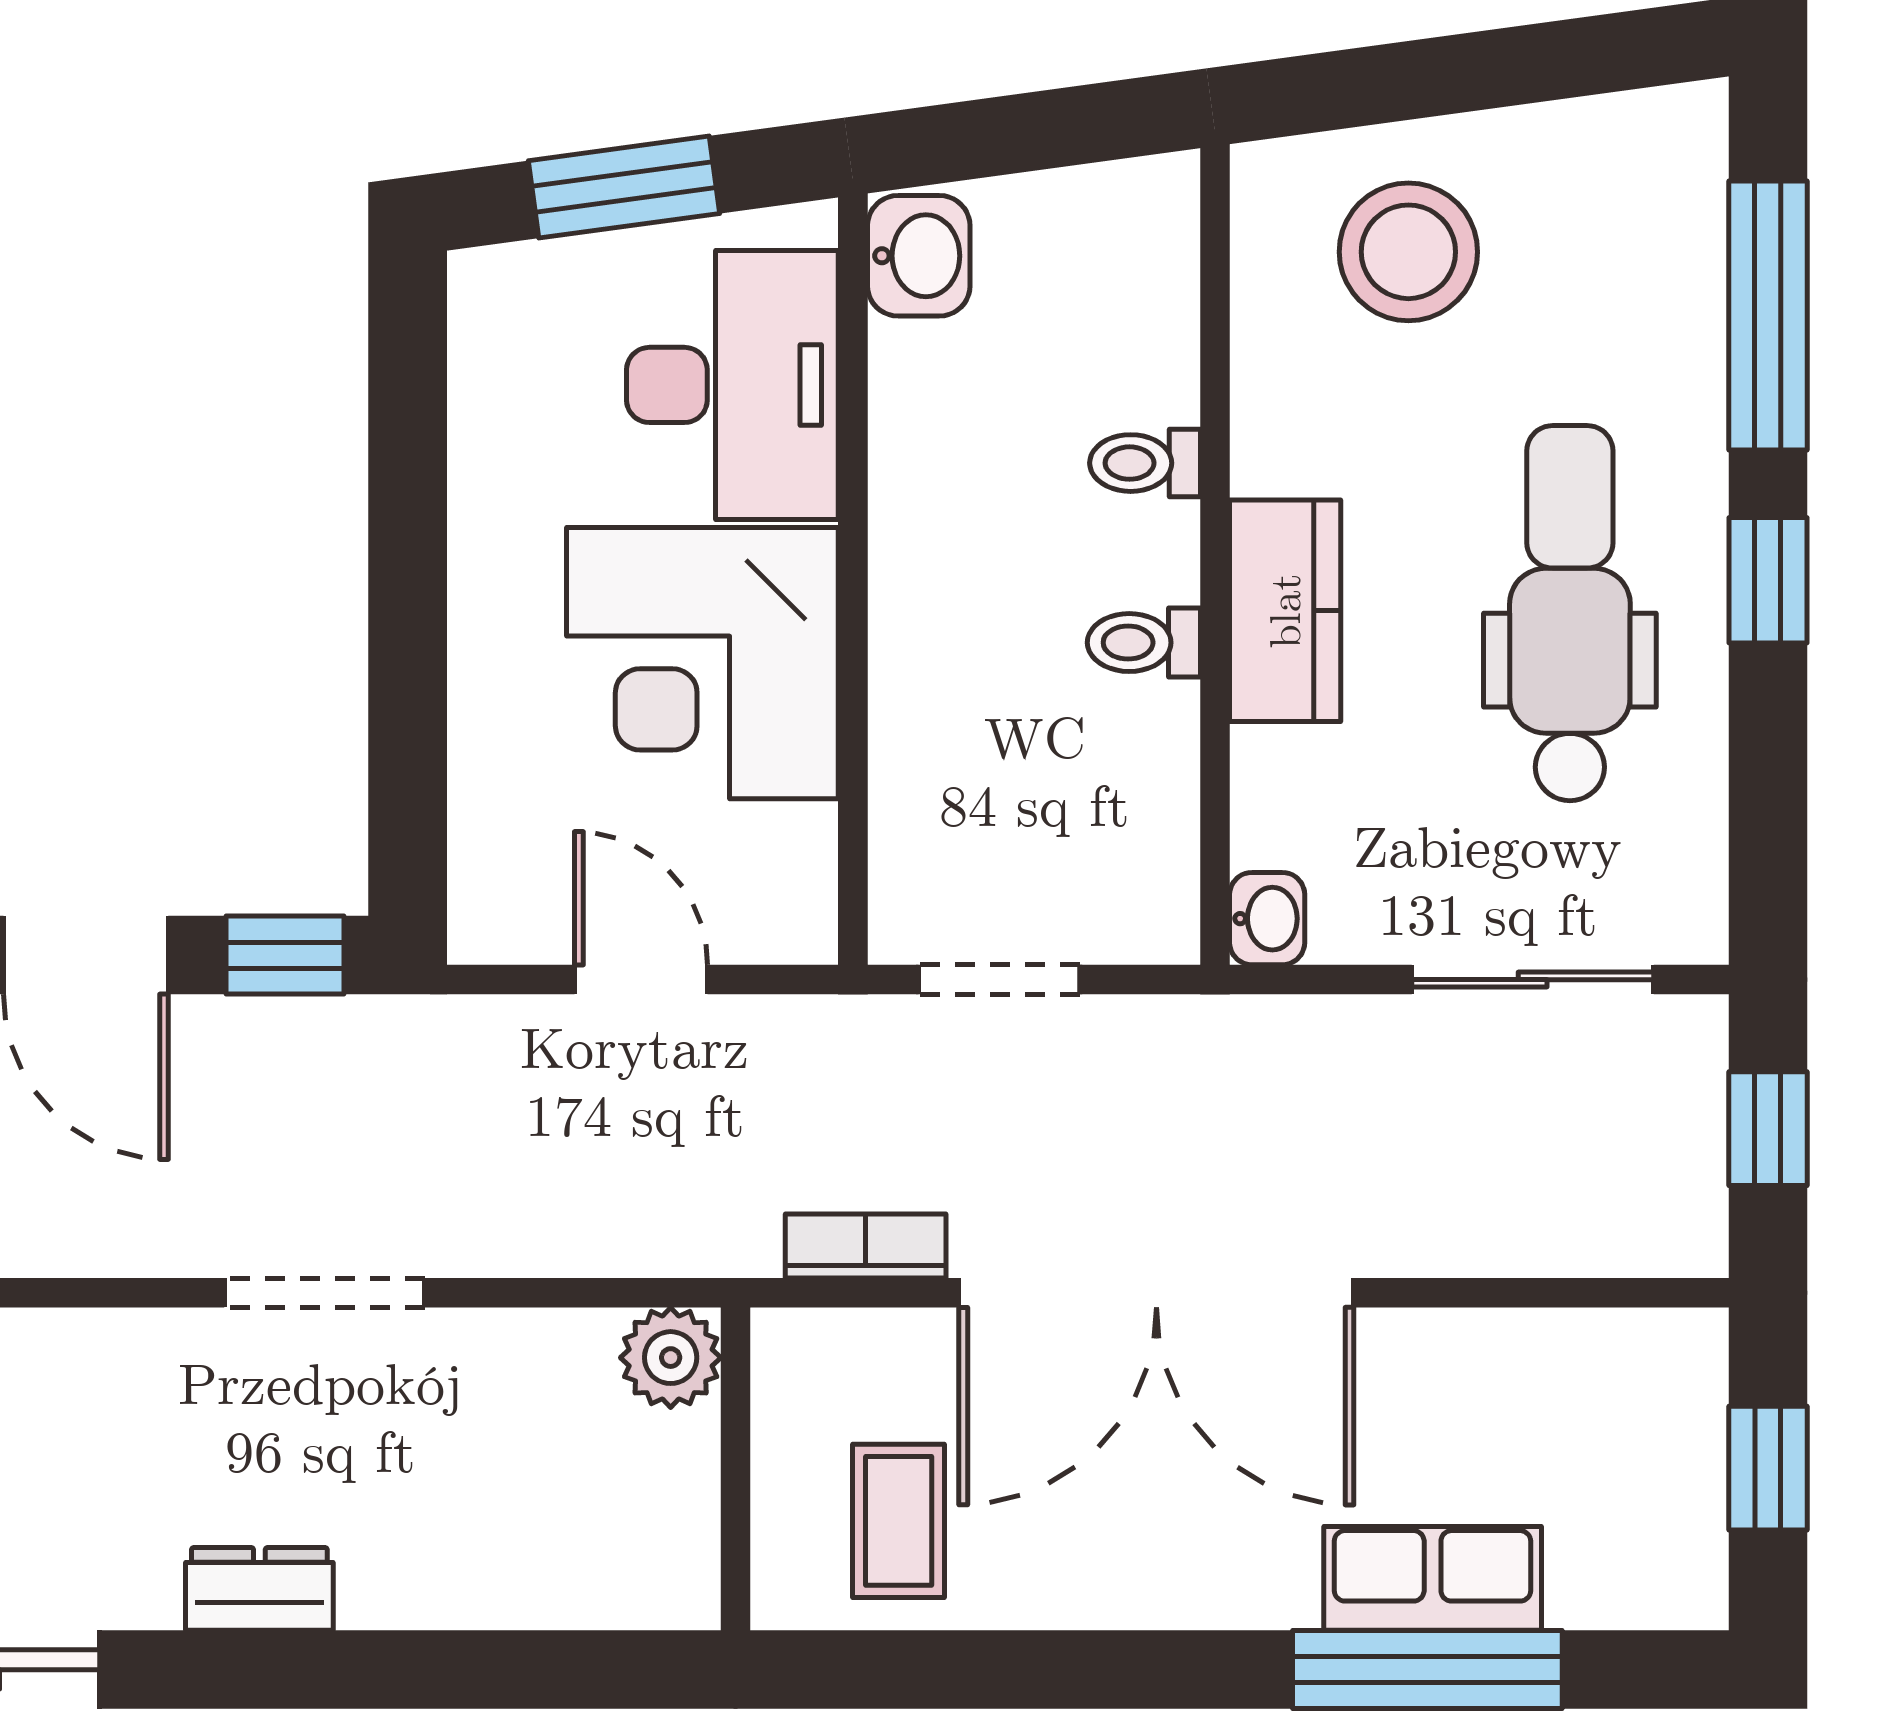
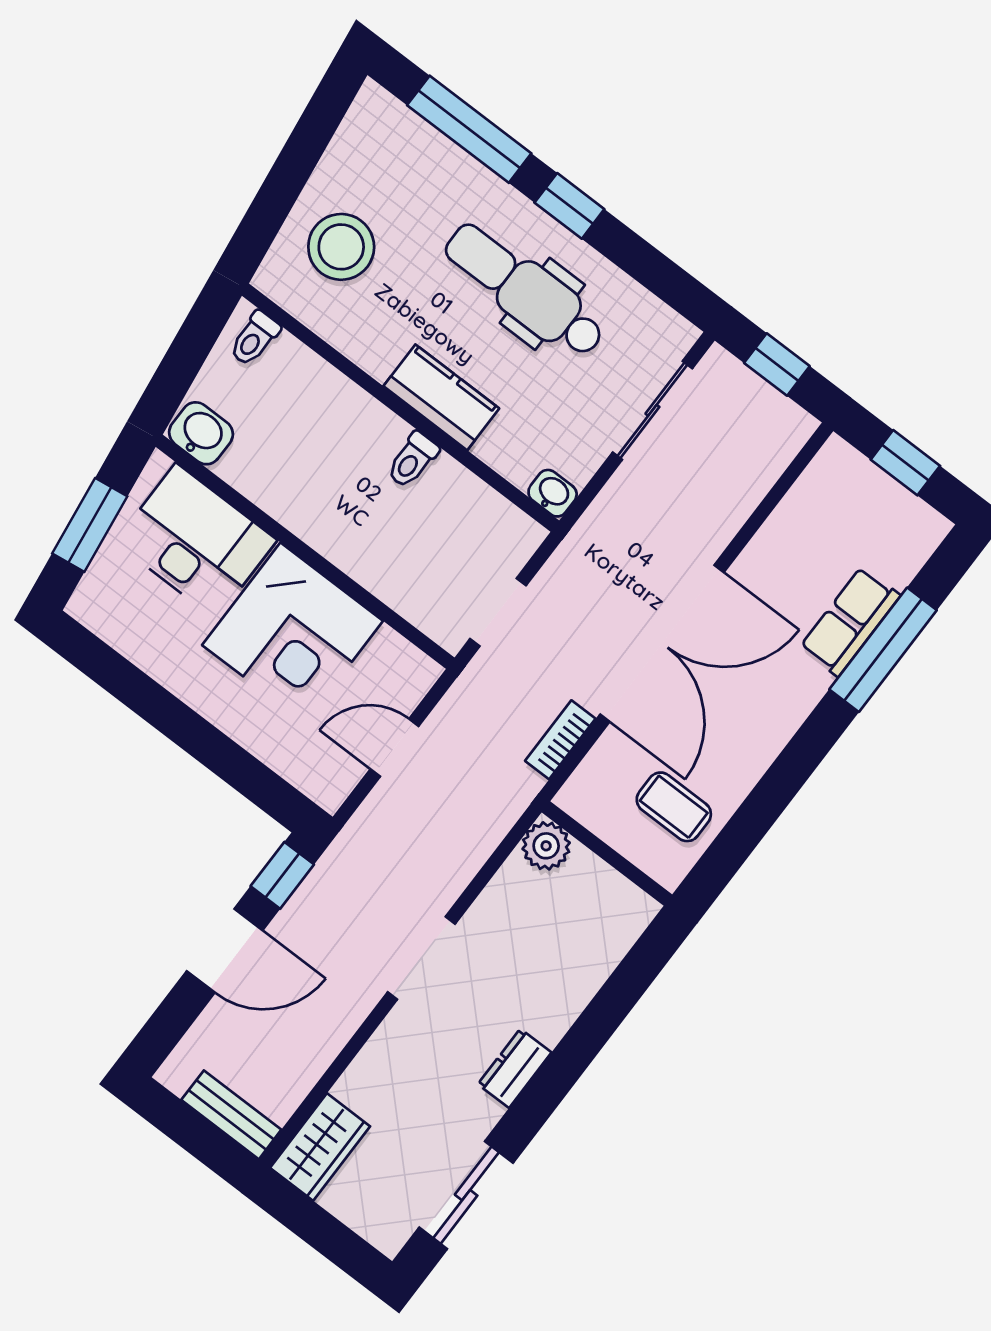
toilet: (1145, 463) -> (254, 338), moved

